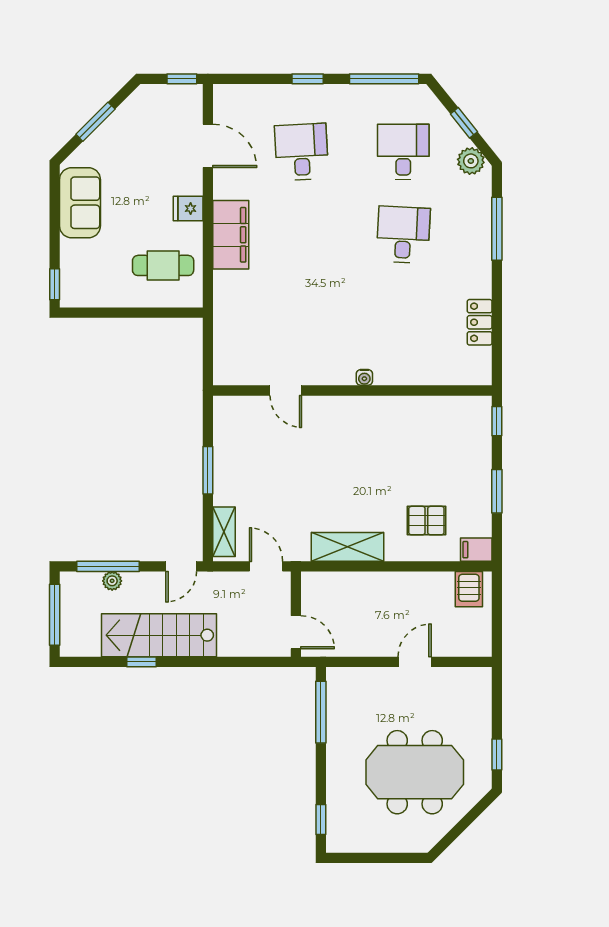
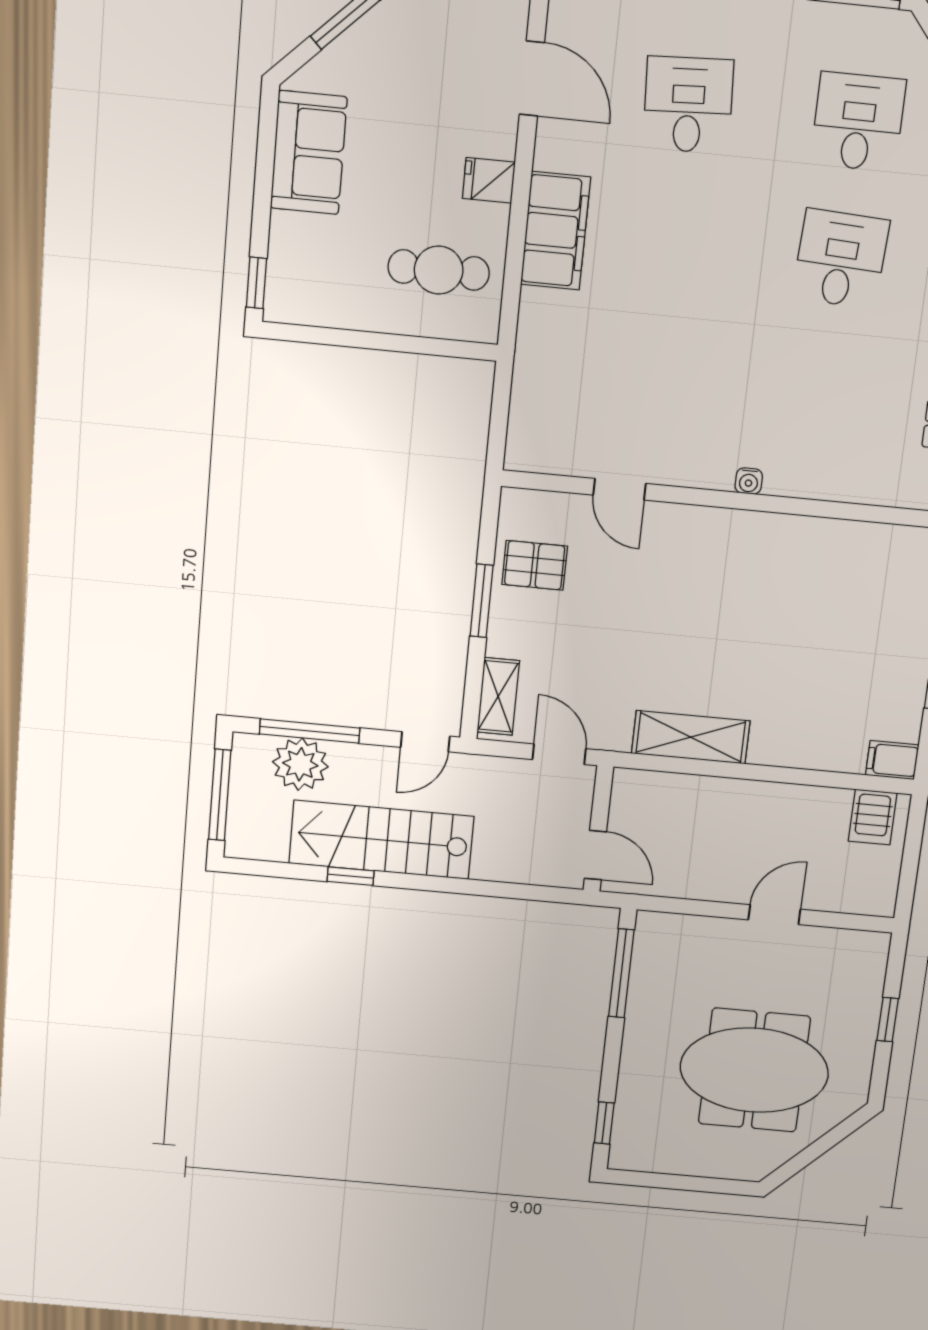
pallet: (426, 521) -> (535, 565), moved
plant: (112, 581) -> (300, 764), width x1.88, depth x1.88
window: (497, 755) -> (888, 1020), moved

